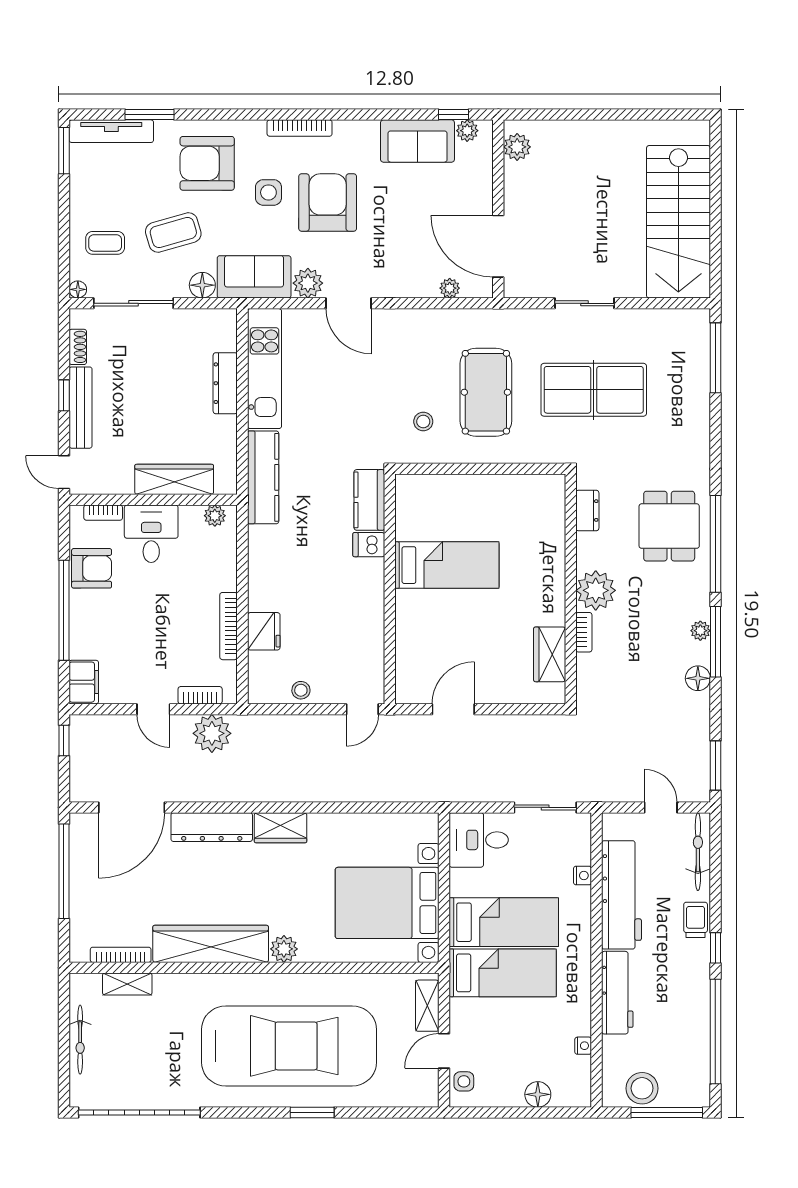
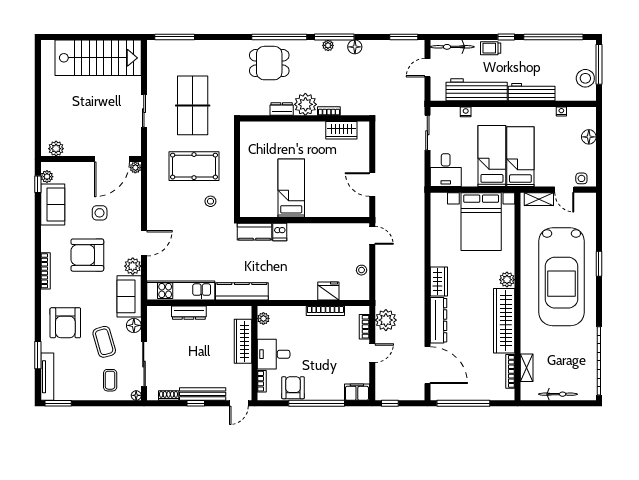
side table: (268, 192) -> (100, 213), moved
plant: (450, 288) -> (135, 168), moved
dresser: (587, 511) -> (282, 109), moved
car: (289, 1046) -> (562, 277), turned 180

